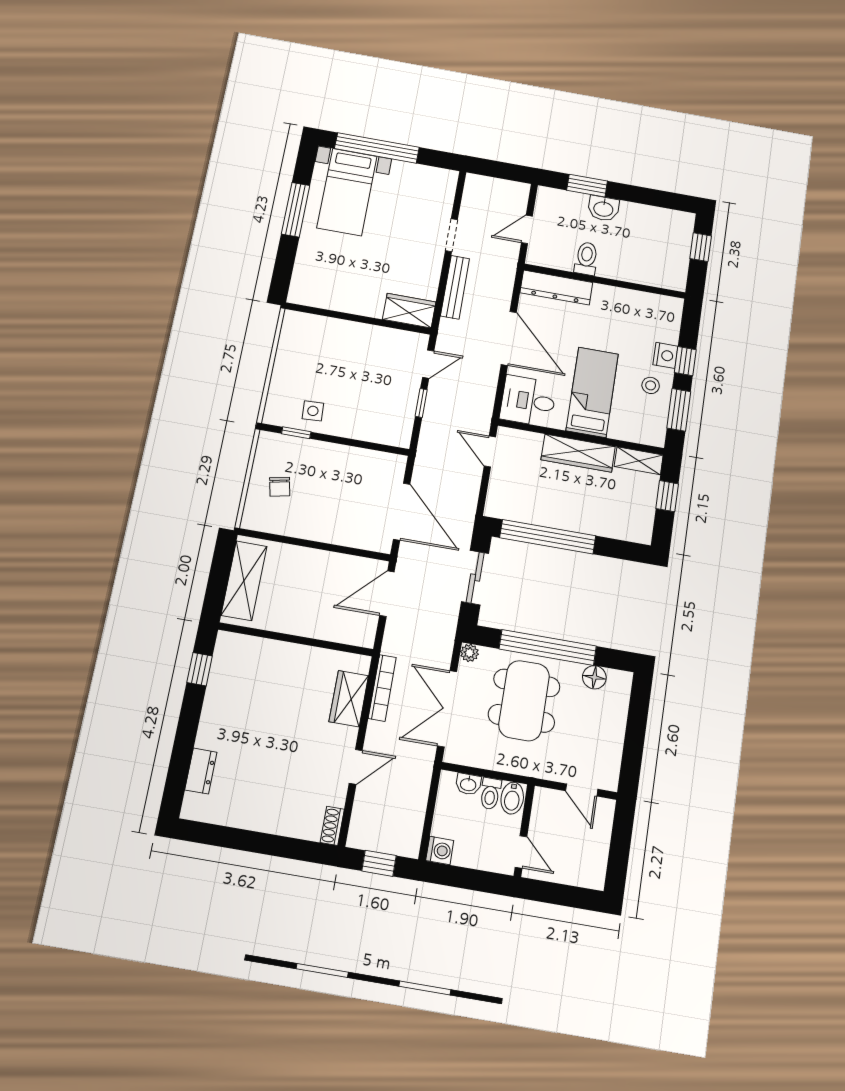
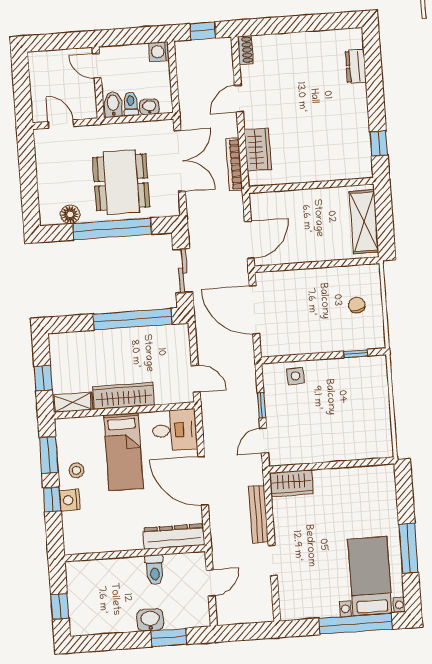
side table: (313, 411) -> (295, 376), moved
plant: (469, 653) -> (173, 209), removed

